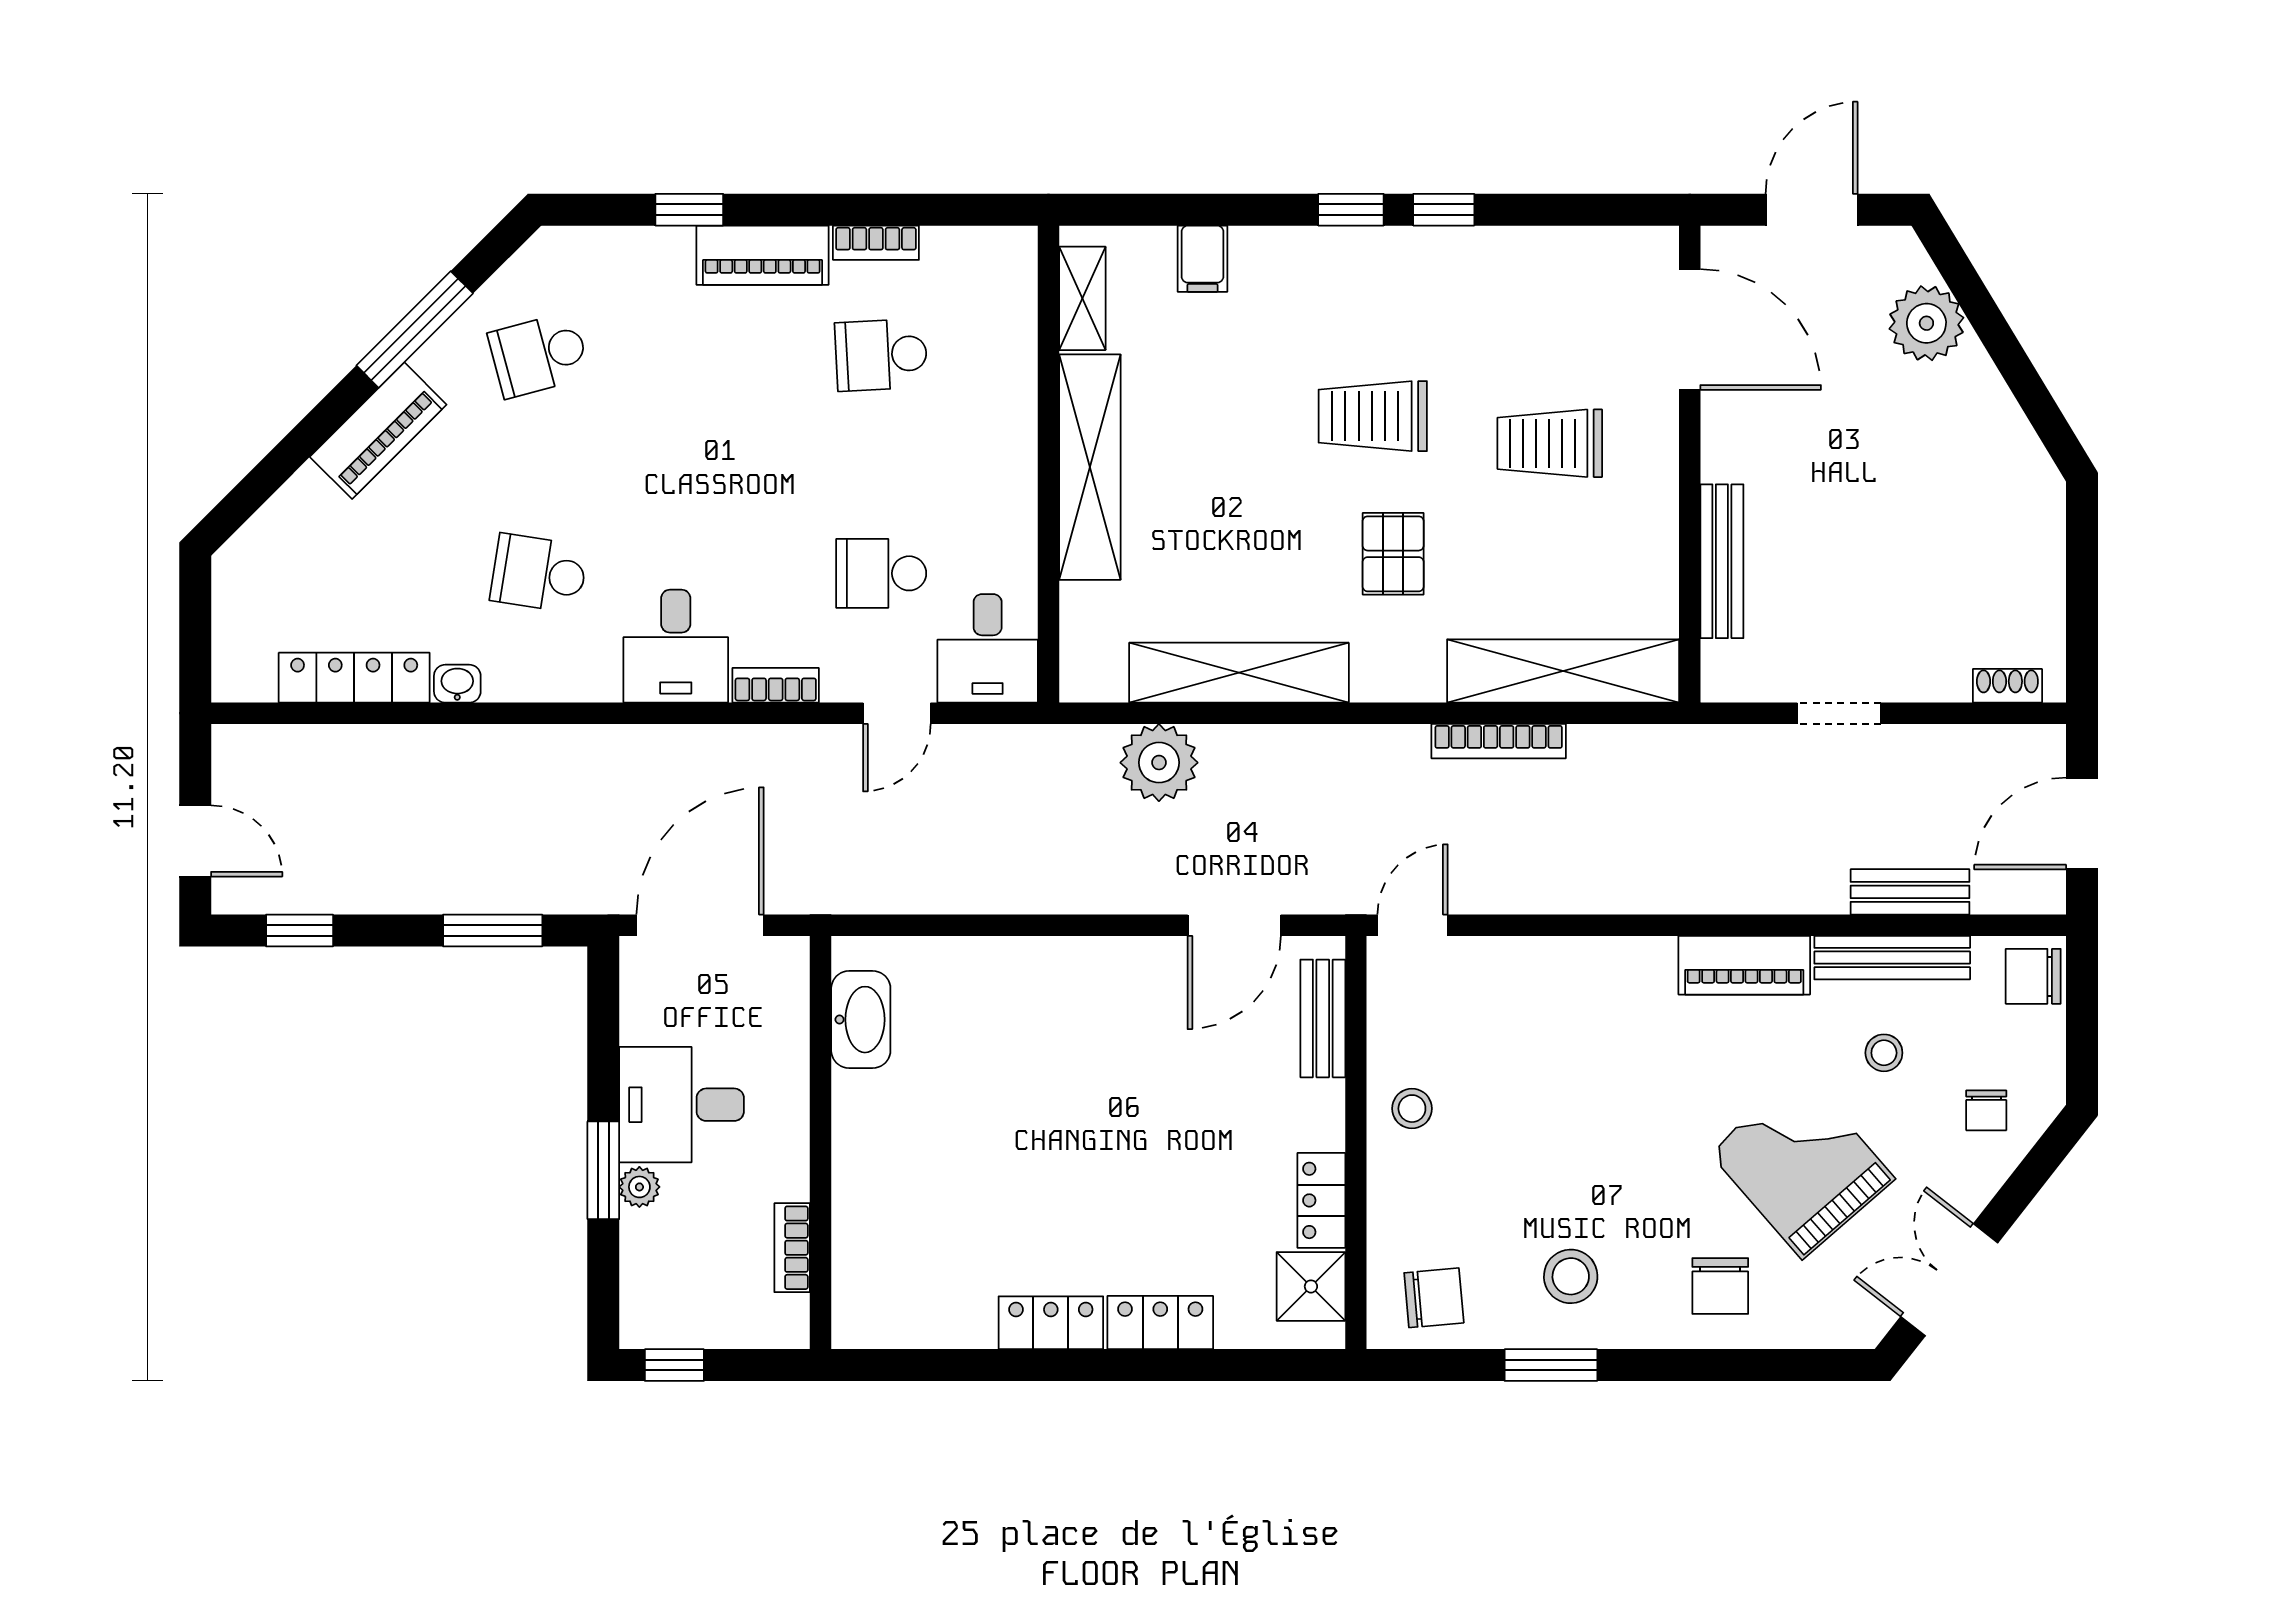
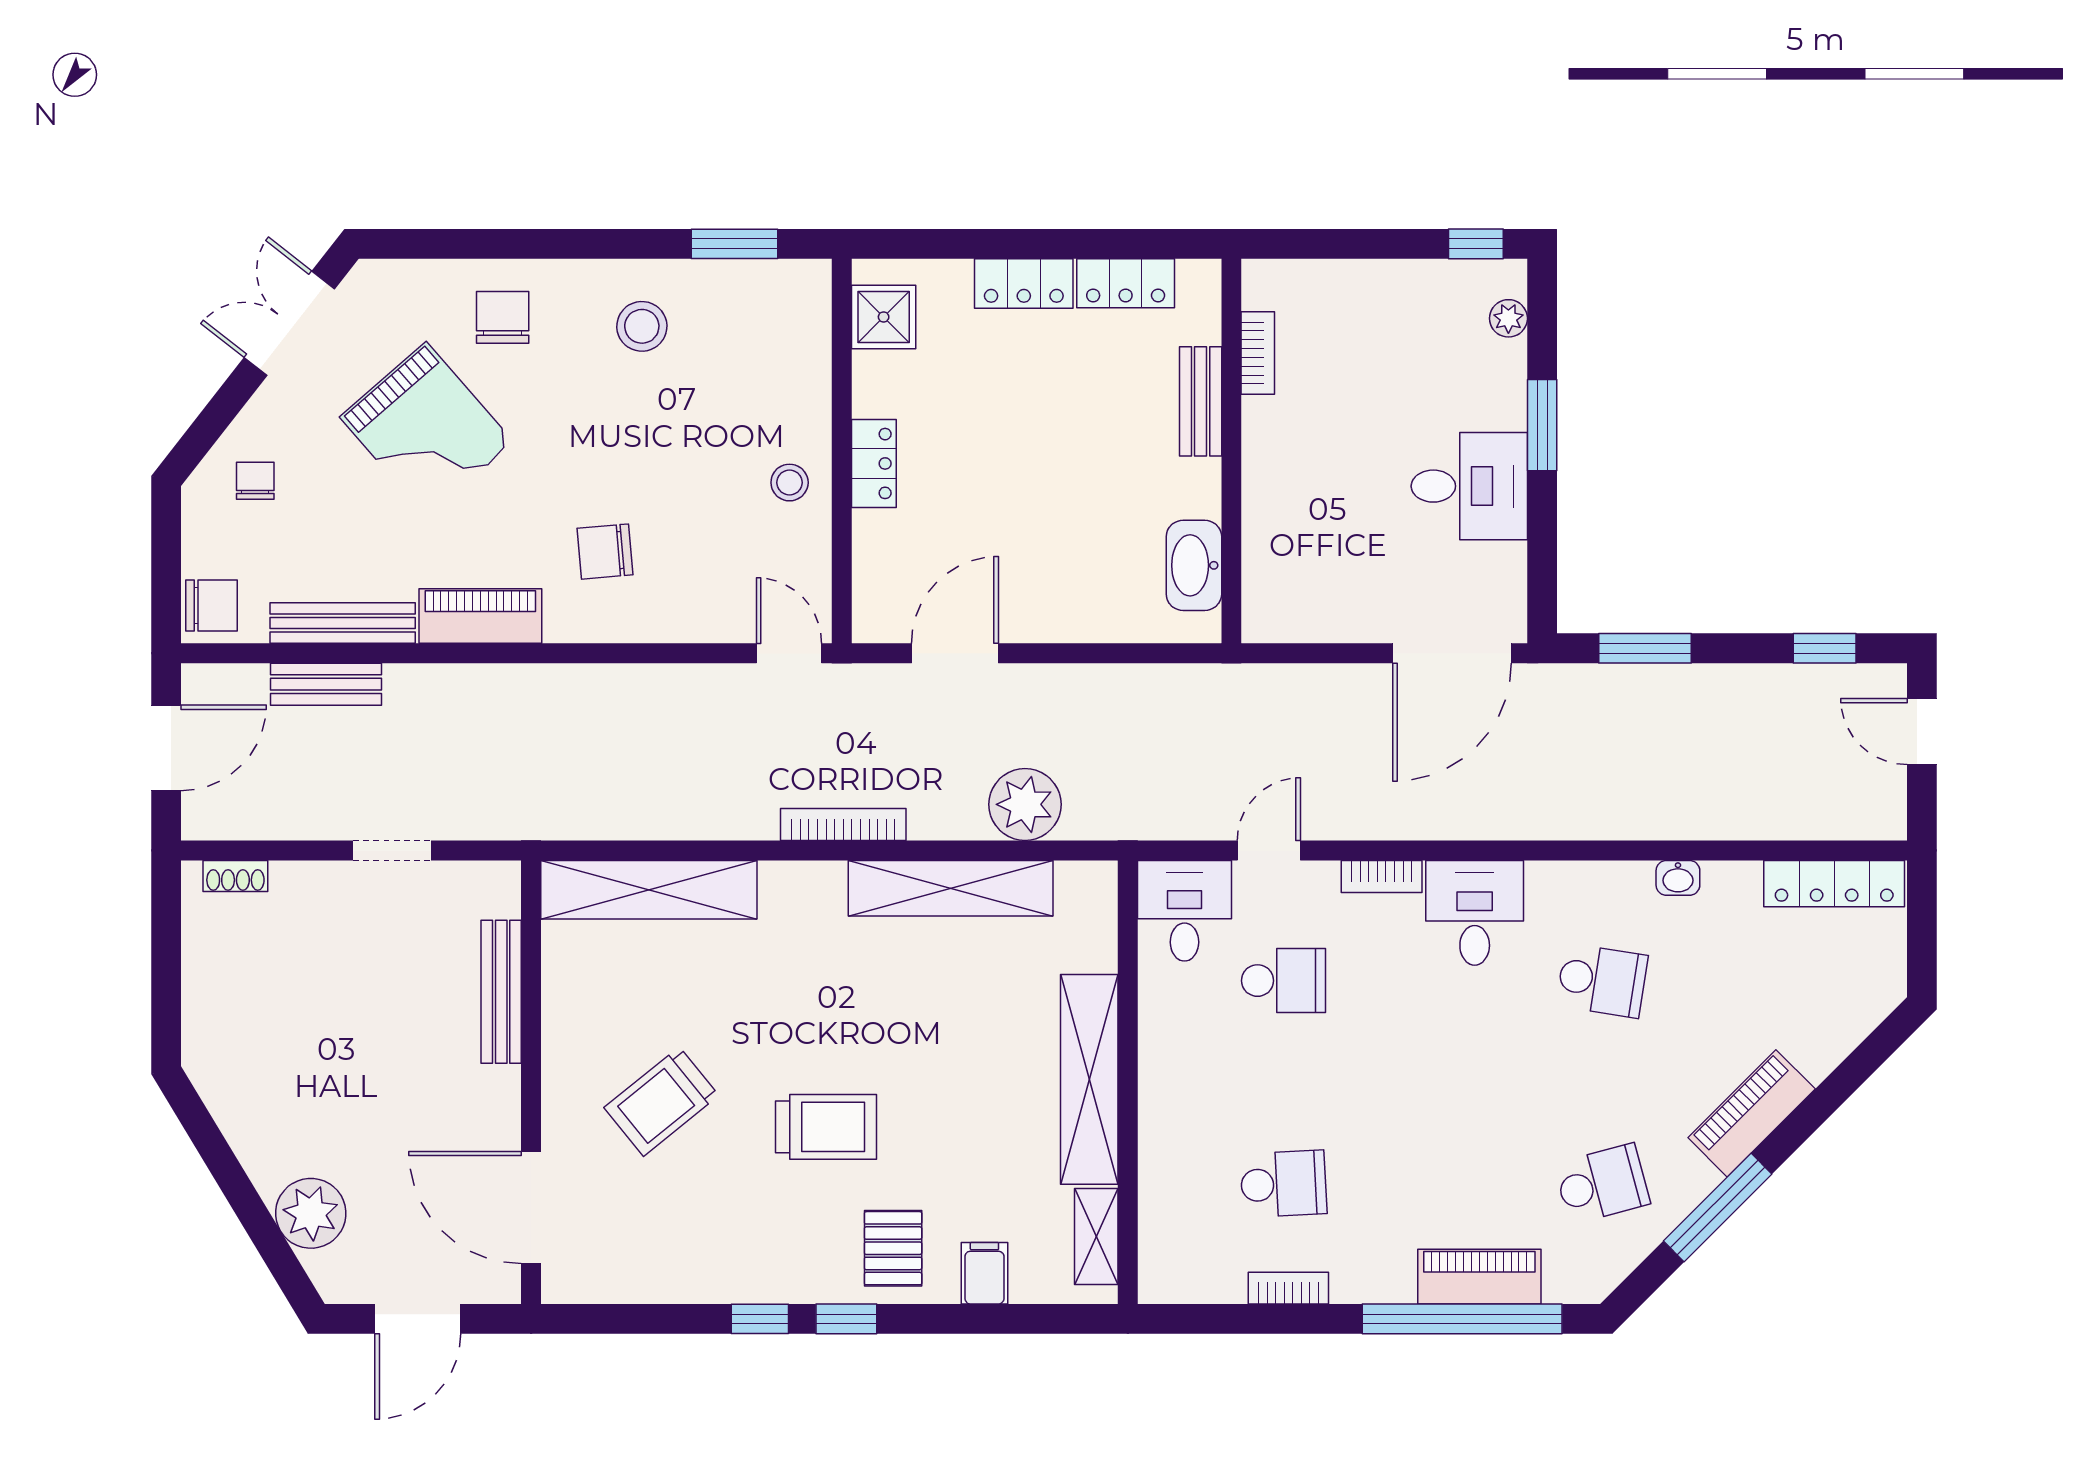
window: (689, 210) -> (1462, 1319), width x3.17
piano: (763, 255) -> (1479, 1277), moved
trolley: (1550, 443) -> (661, 1102), turned 141
pallet: (1393, 554) -> (893, 1248), moved
locker: (354, 678) -> (1834, 884), moved
bookcase: (1499, 741) -> (843, 825), moved
door: (1413, 925) -> (789, 653), swing flipped
bench: (1323, 1018) -> (1201, 401), moved
washbasin: (861, 1020) -> (1194, 565), moved
stool: (1884, 1053) -> (350, 534), removed
wall: (821, 1142) -> (1231, 451), moved
plant: (639, 1187) -> (1508, 318), moved
locker: (1321, 1200) -> (874, 463), moved
bookcase: (792, 1248) -> (1258, 353), moved
double door: (1949, 1280) -> (289, 323), swing flipped
chair: (1434, 1298) -> (605, 552), moved
window: (1551, 1365) -> (734, 244), moved

